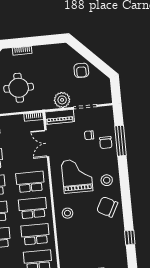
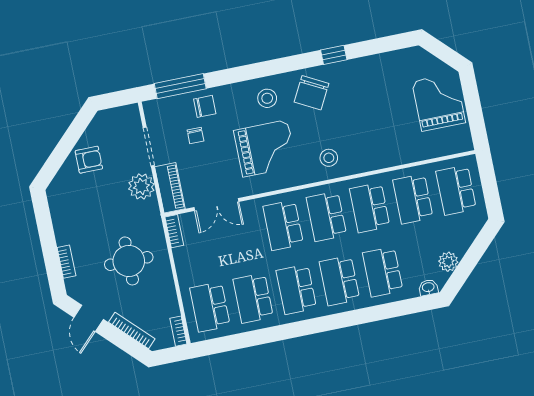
window: (120, 141) -> (180, 86), moved
grand piano: (77, 176) -> (265, 148), turned 180
window: (130, 238) -> (334, 55), moved

